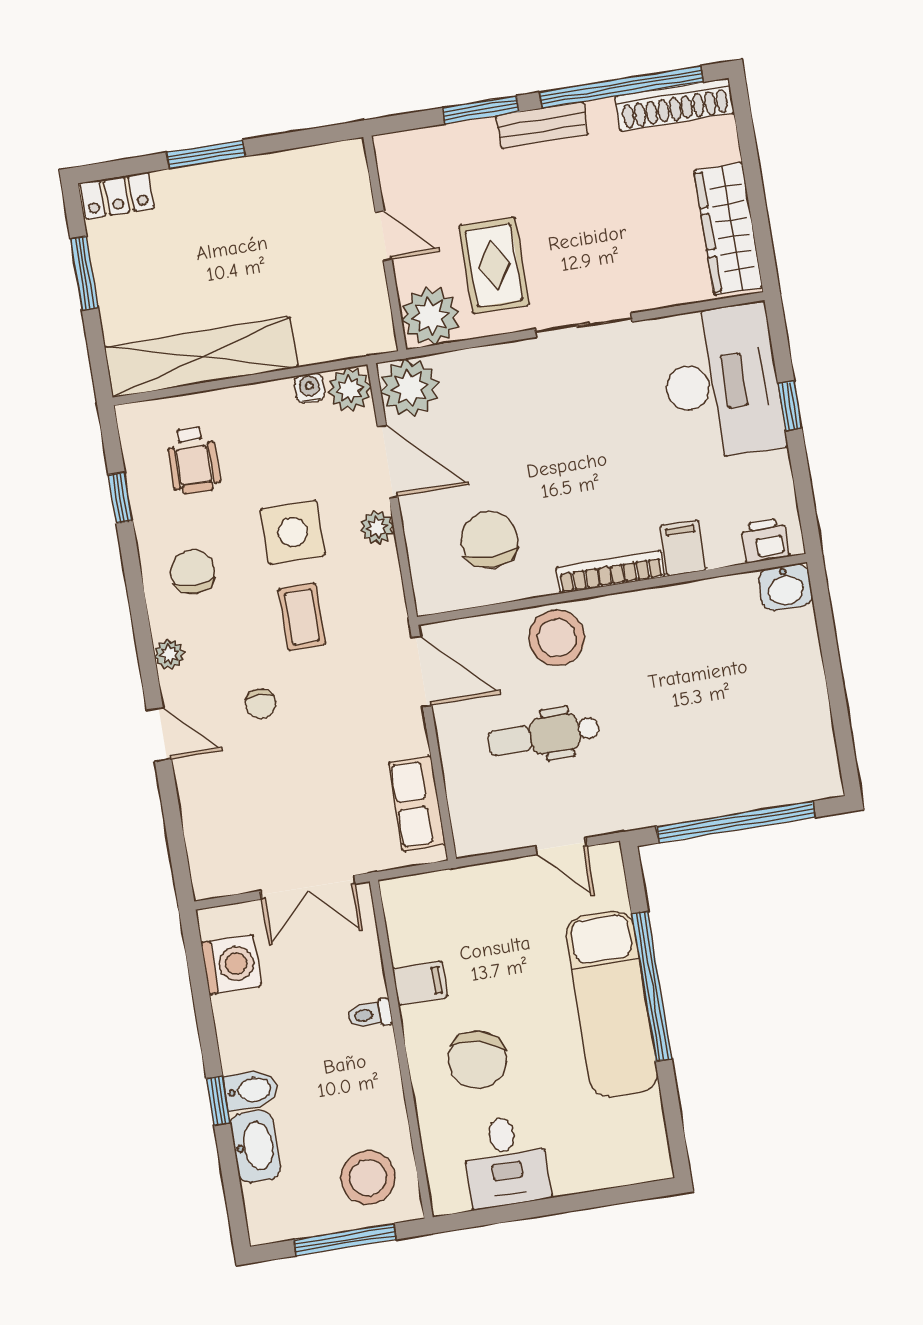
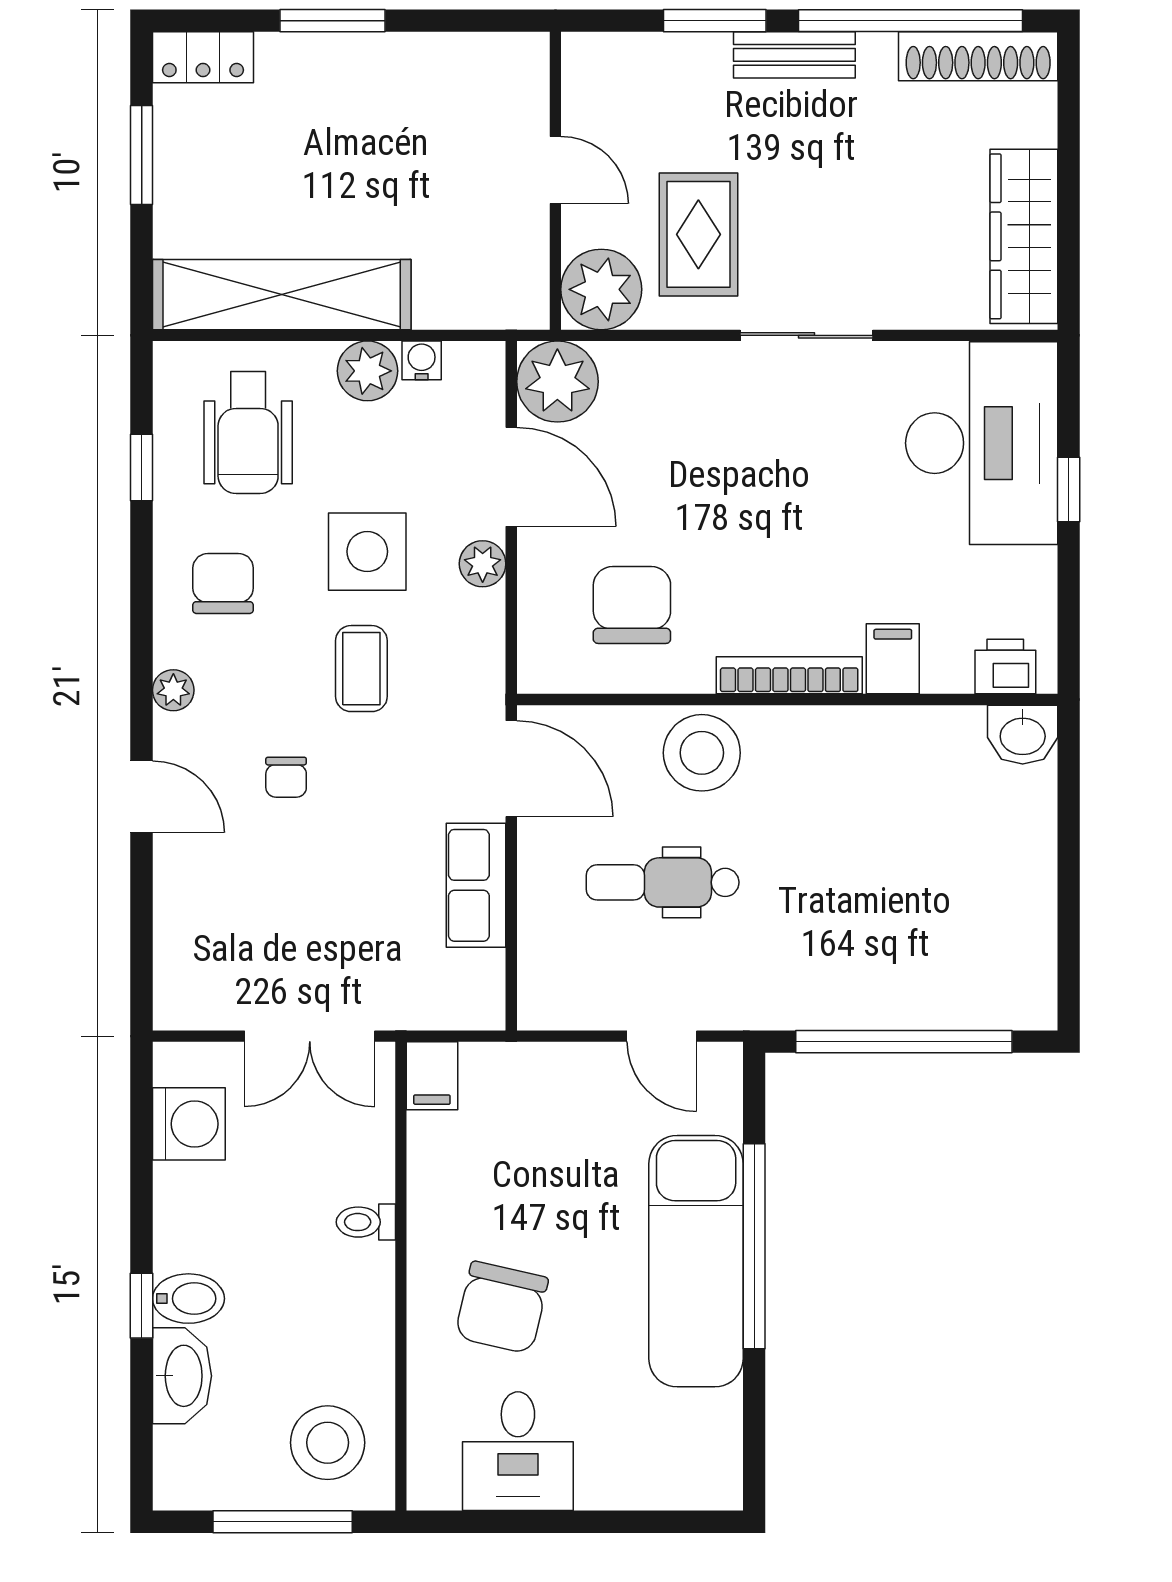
plant: (350, 389) -> (368, 371), moved
wheelchair: (193, 460) -> (248, 433), width x1.36, depth x1.37
row of seats: (417, 804) -> (476, 885), moved
filing cabinet: (420, 983) -> (432, 1076), moved, turned 90

